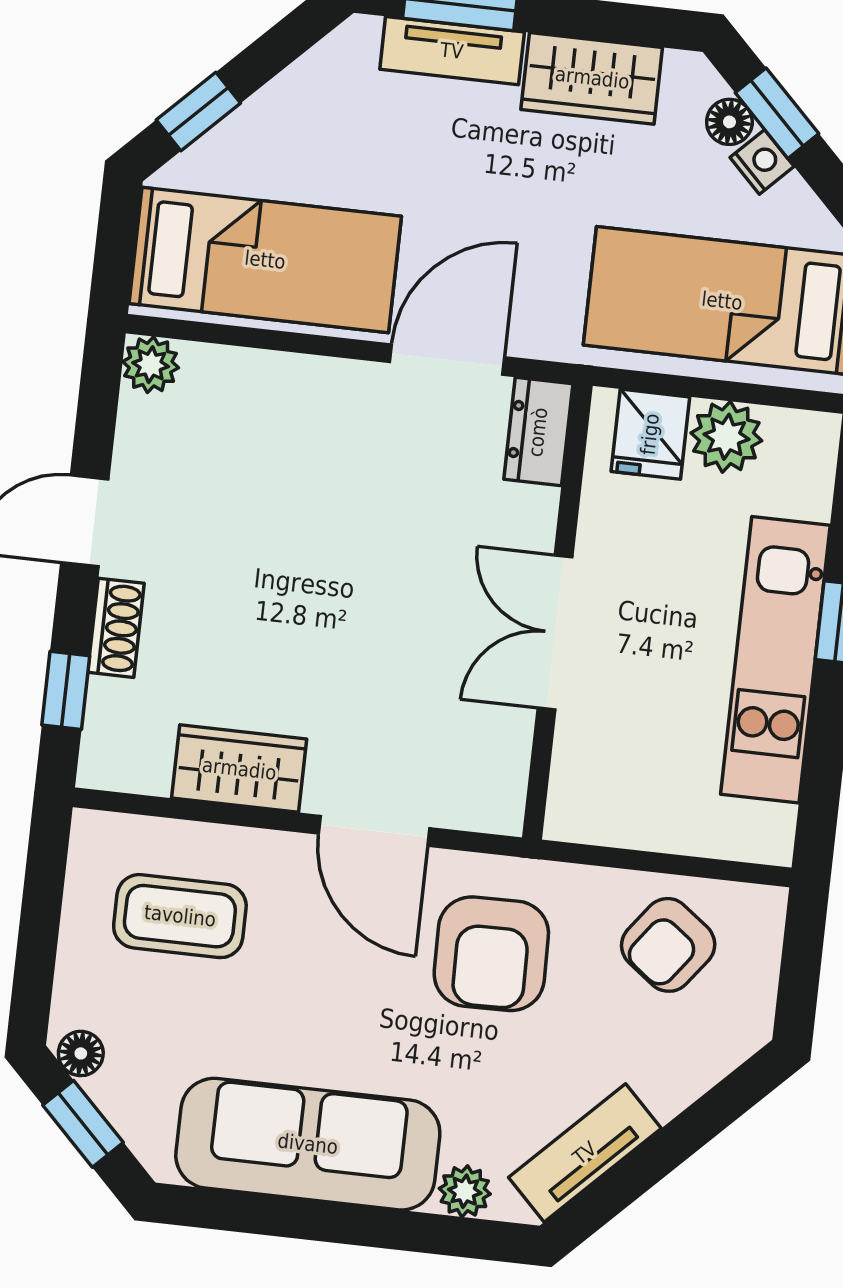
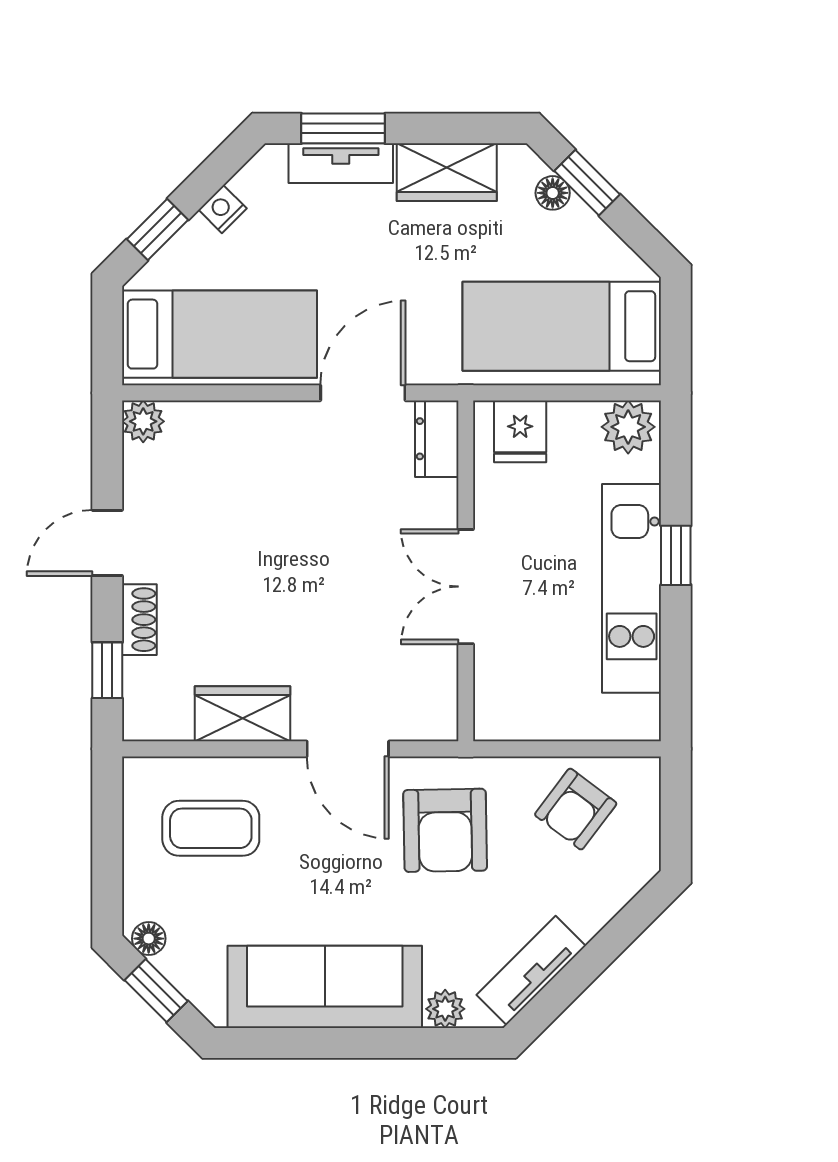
nightstand: (762, 162) -> (223, 209), moved, turned -90
plant: (726, 437) -> (628, 427), moved

